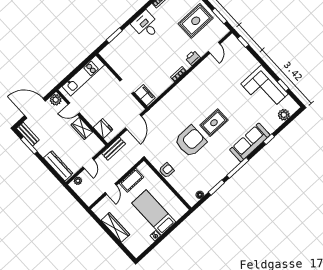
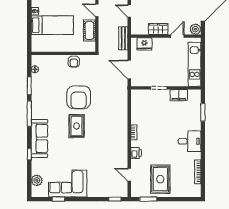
filing cabinet: (145, 95) -> (179, 95), moved

